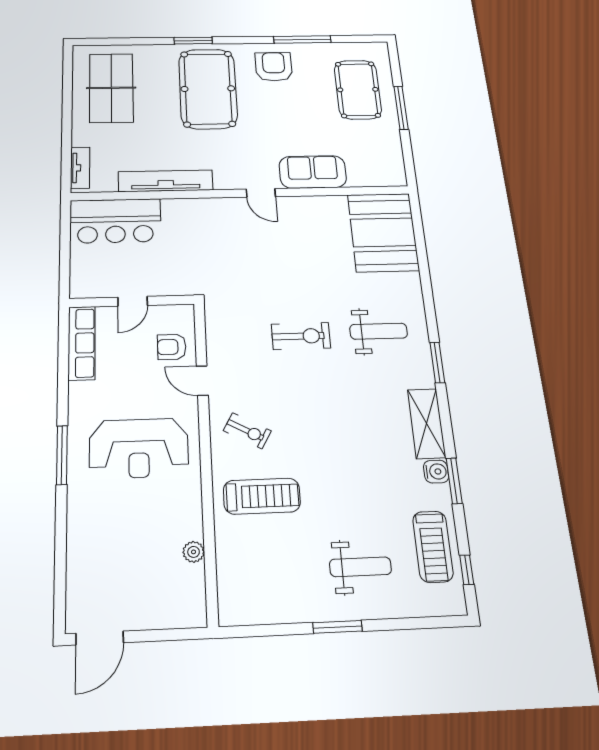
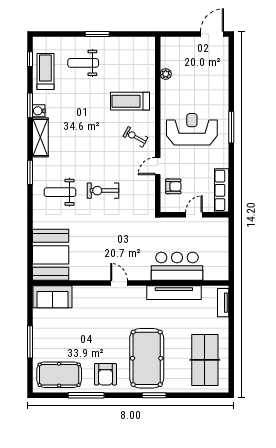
pool table: (358, 90) -> (59, 375), moved, turned 90
sofa: (313, 172) -> (52, 297), moved
bar counter: (115, 221) -> (177, 266), moved
door: (202, 381) -> (158, 166), swing flipped

